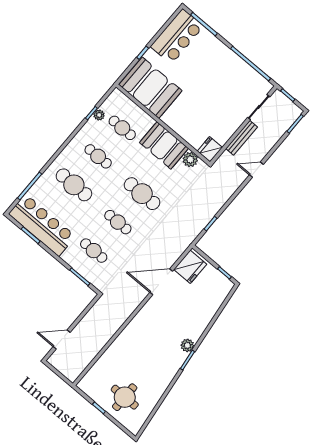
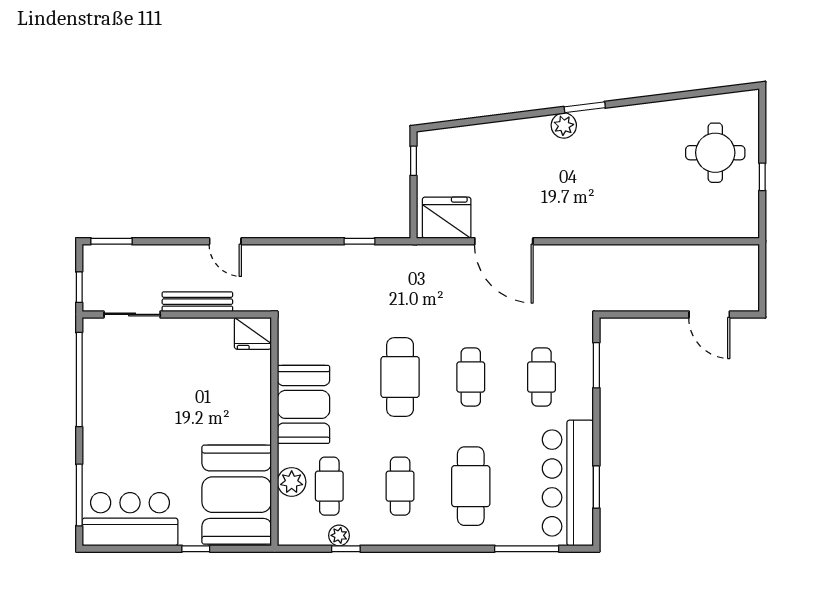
plant: (190, 159) -> (292, 482), moved

